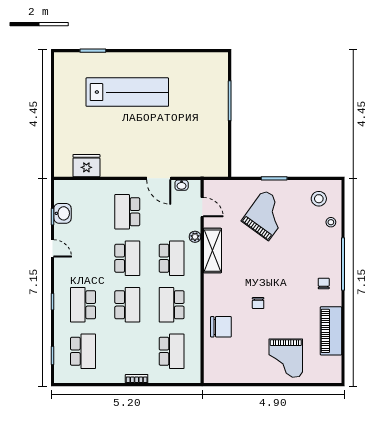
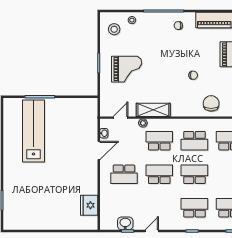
lab bench: (127, 92) -> (34, 131), moved
grand piano: (266, 215) -> (127, 69), turned 144
school desk: (83, 305) -> (194, 208), turned 180

